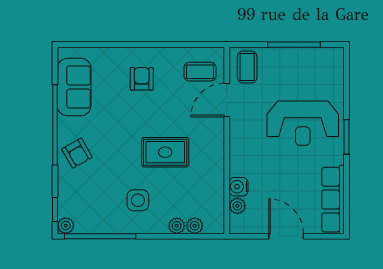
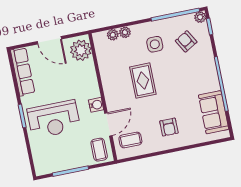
reception desk: (303, 123) -> (54, 119), turned 180
rug: (165, 152) -> (143, 81), turned 90
armchair: (77, 153) -> (186, 41), moved
water cooler: (239, 187) -> (96, 105), moved
plant: (237, 206) -> (81, 50), width x1.88, depth x1.88

